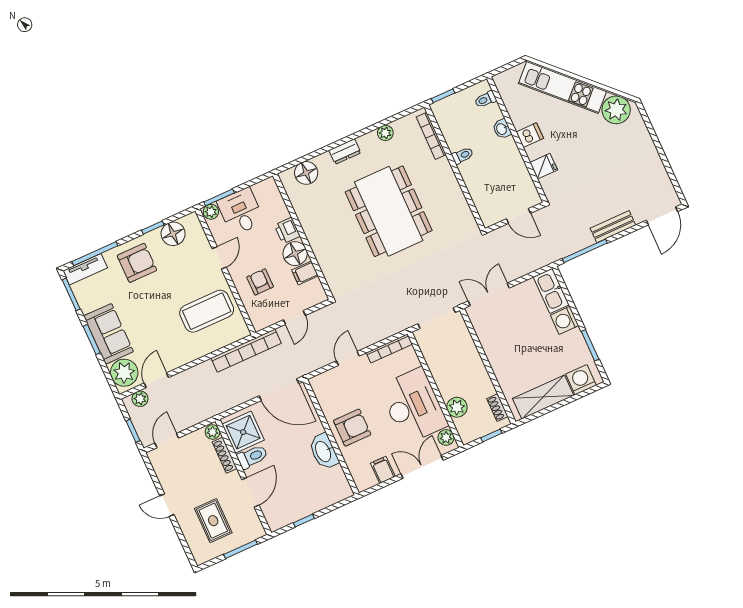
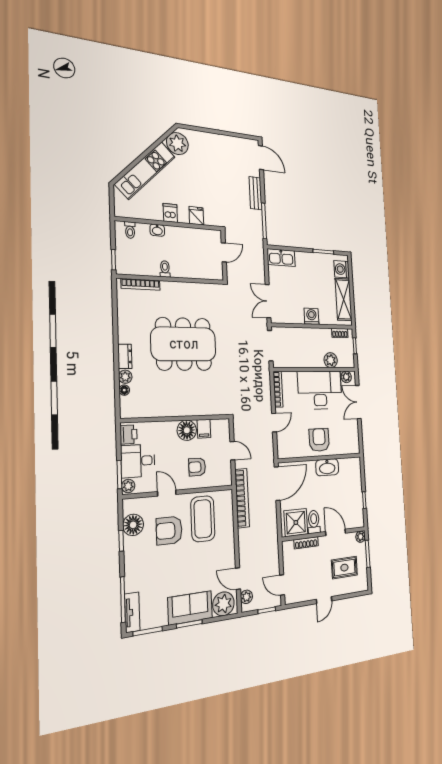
plant: (385, 133) -> (125, 377), moved
floor lamp: (306, 173) -> (124, 390), width x0.53, depth x0.53
printer: (287, 231) -> (129, 434), moved, turned -90
armchair: (137, 263) -> (169, 530), moved, turned -90
washing machine: (565, 320) -> (311, 316), moved, turned 180
door: (348, 358) -> (274, 423), swing flipped
plant: (213, 432) -> (361, 537), moved
filing cabinet: (383, 470) -> (352, 430), removed

